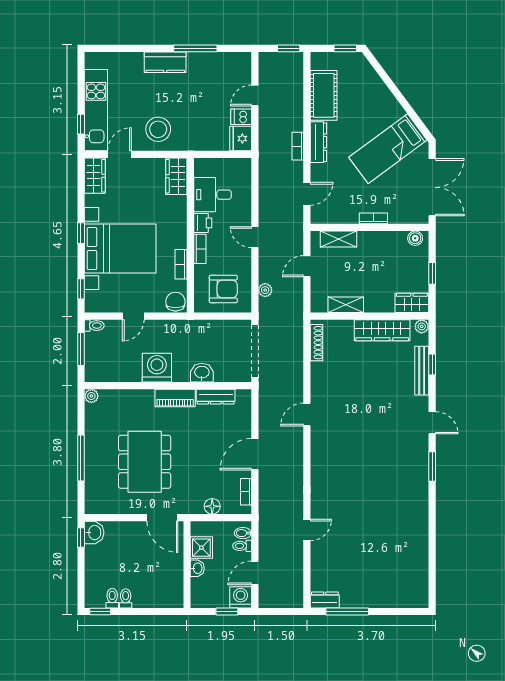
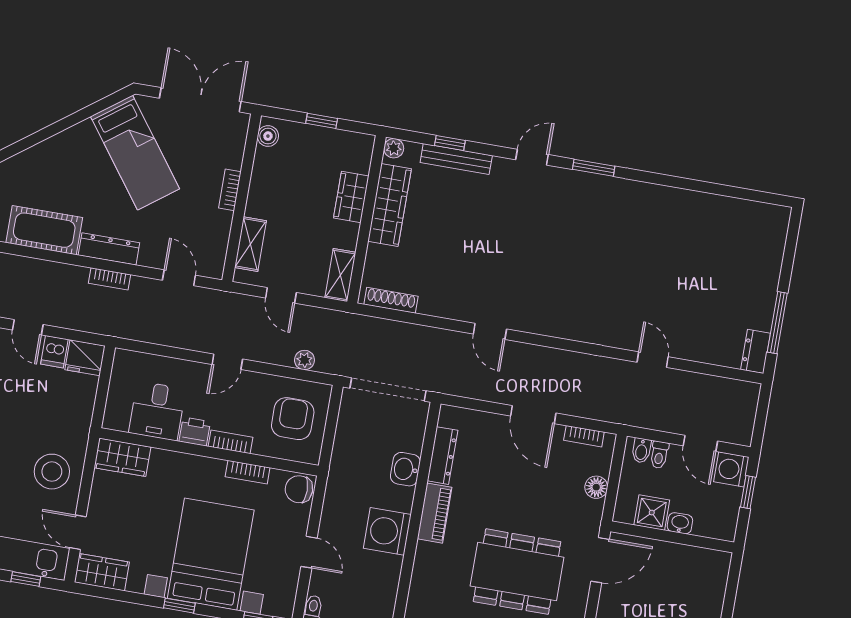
wardrobe: (412, 303) -> (351, 197), moved
shelving: (346, 305) -> (340, 275), moved

